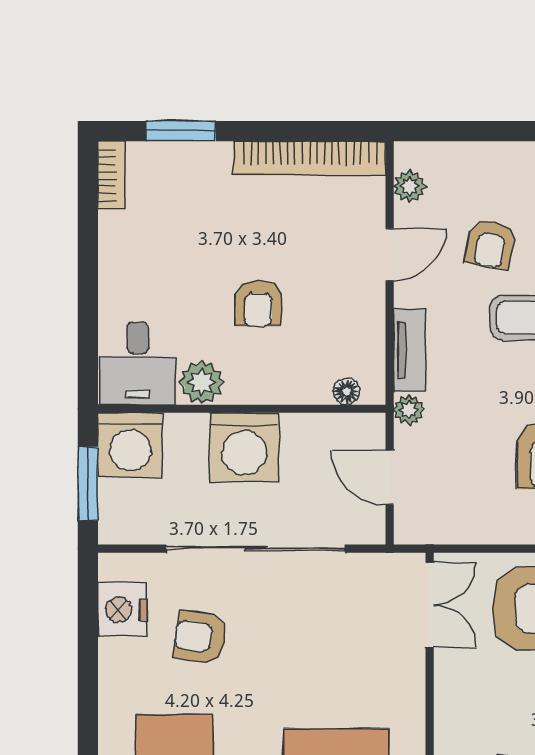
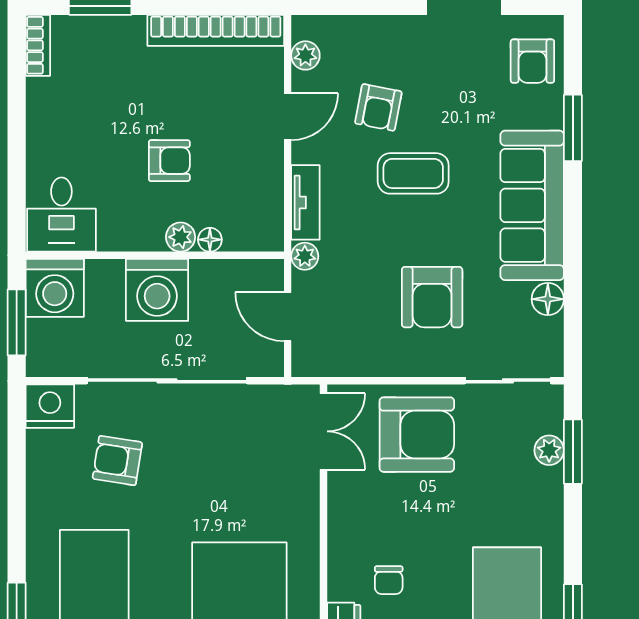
armchair: (258, 303) -> (169, 161), turned -90
plant: (202, 382) -> (181, 237), moved, width x0.73, depth x0.73
floor lamp: (346, 391) -> (210, 240), moved
nightstand: (122, 610) -> (50, 406), moved, turned 90

